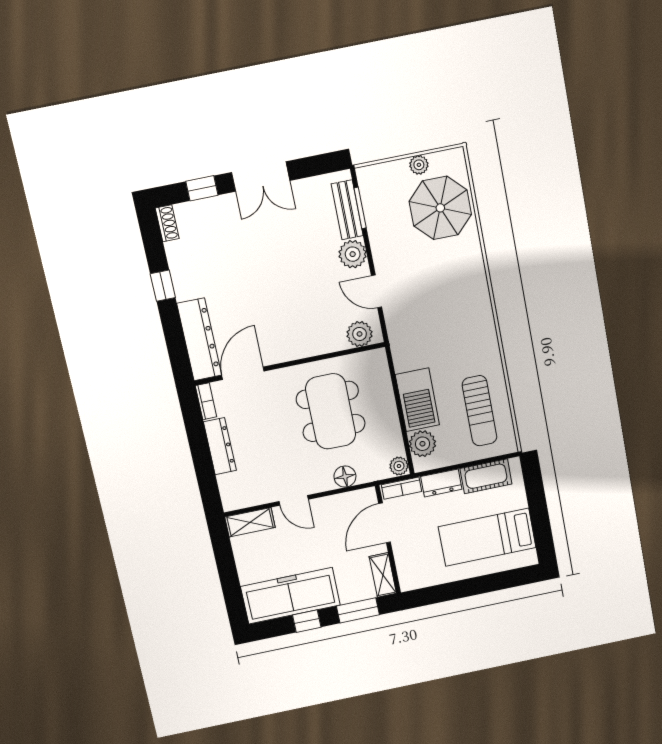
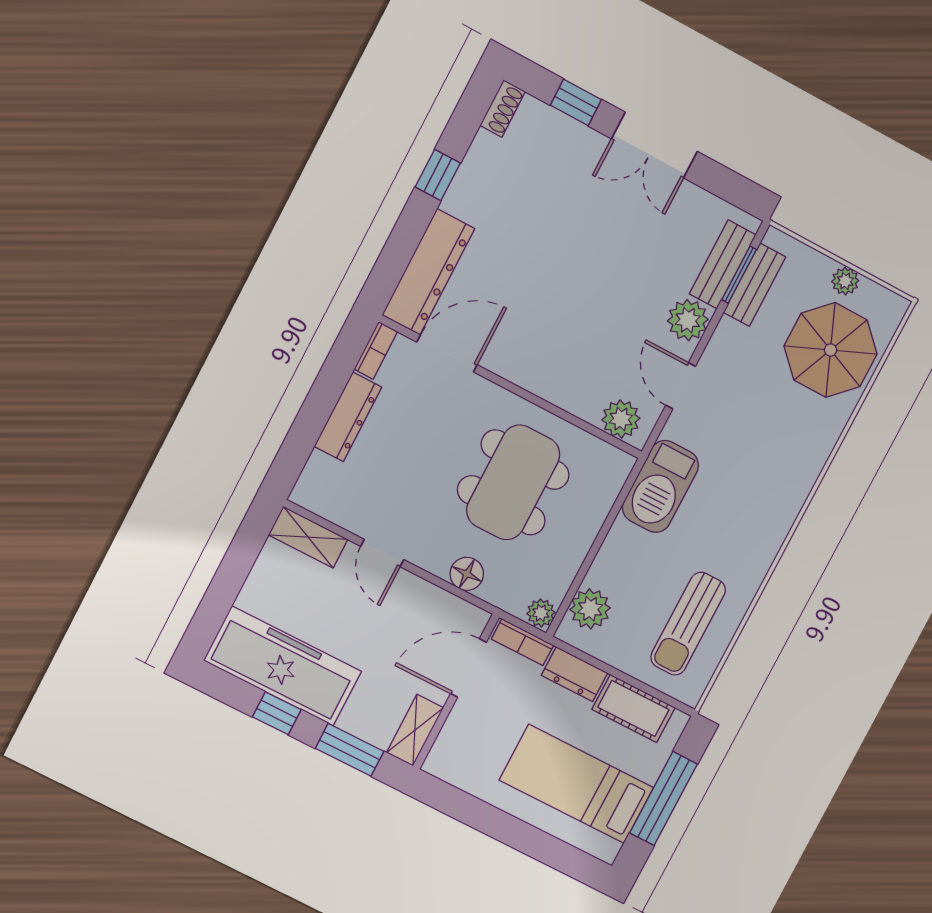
bench: (373, 207) -> (755, 285), added
barbecue: (417, 400) -> (660, 486), moved
window: (538, 509) -> (663, 798), added

